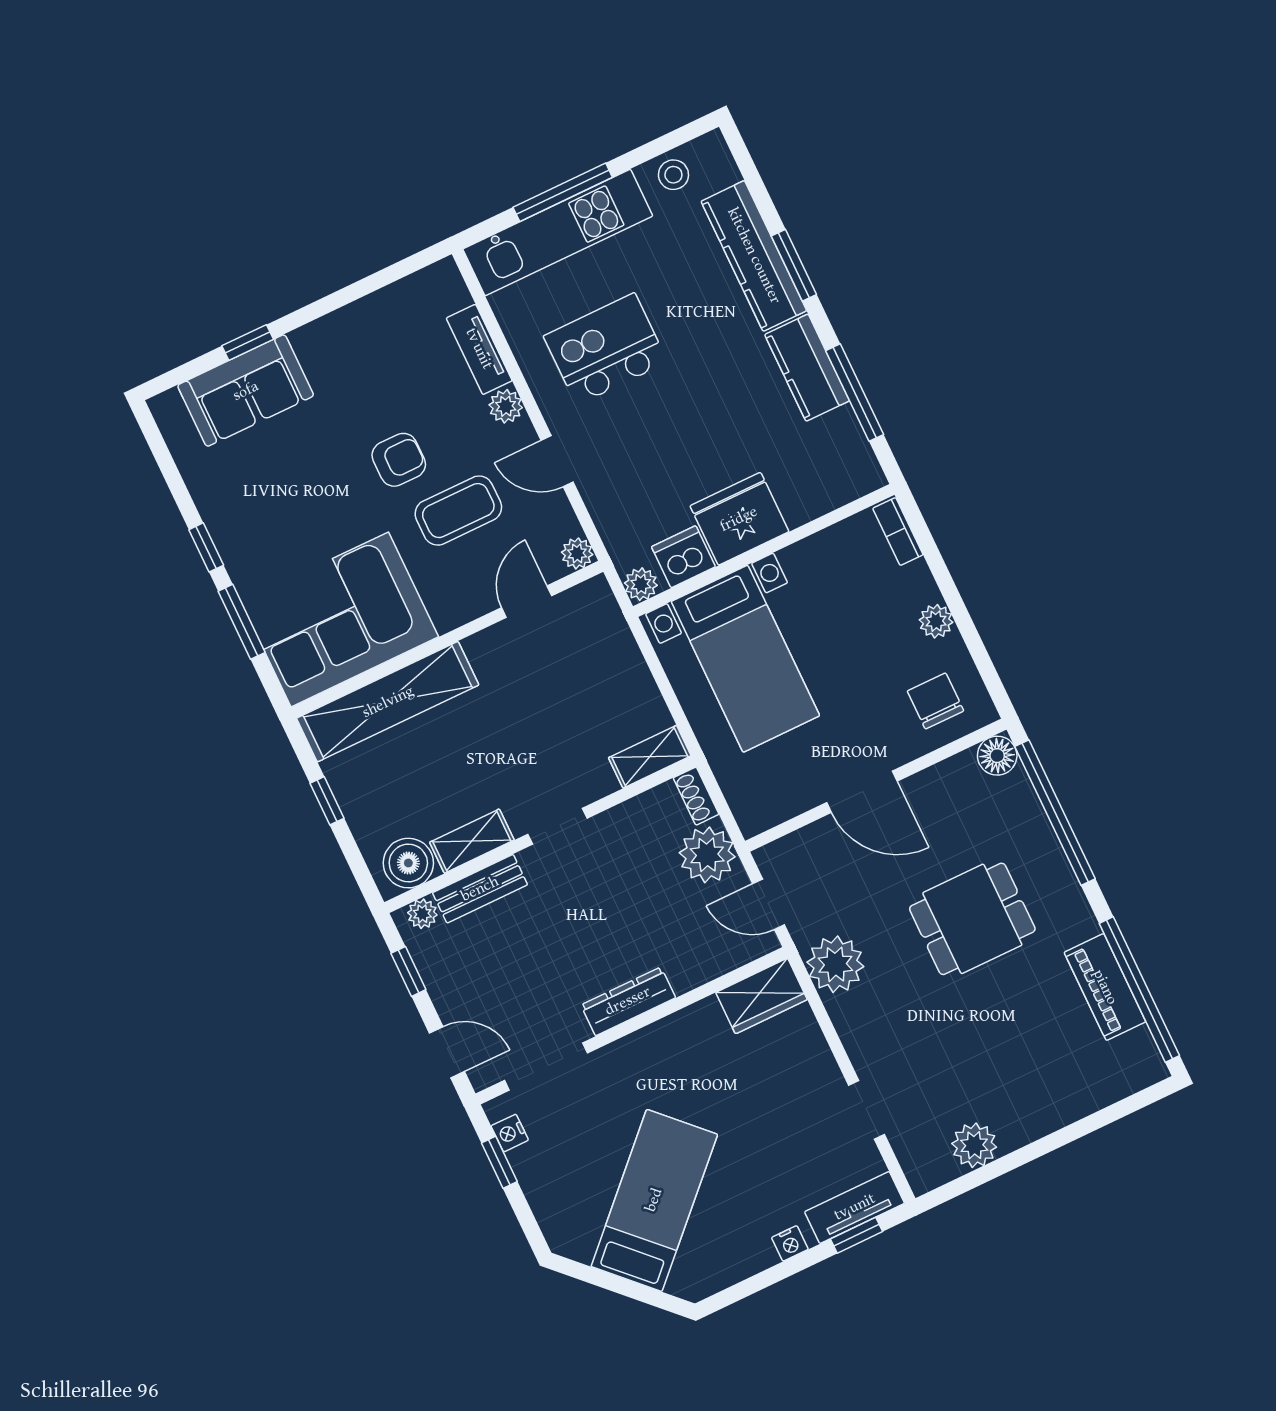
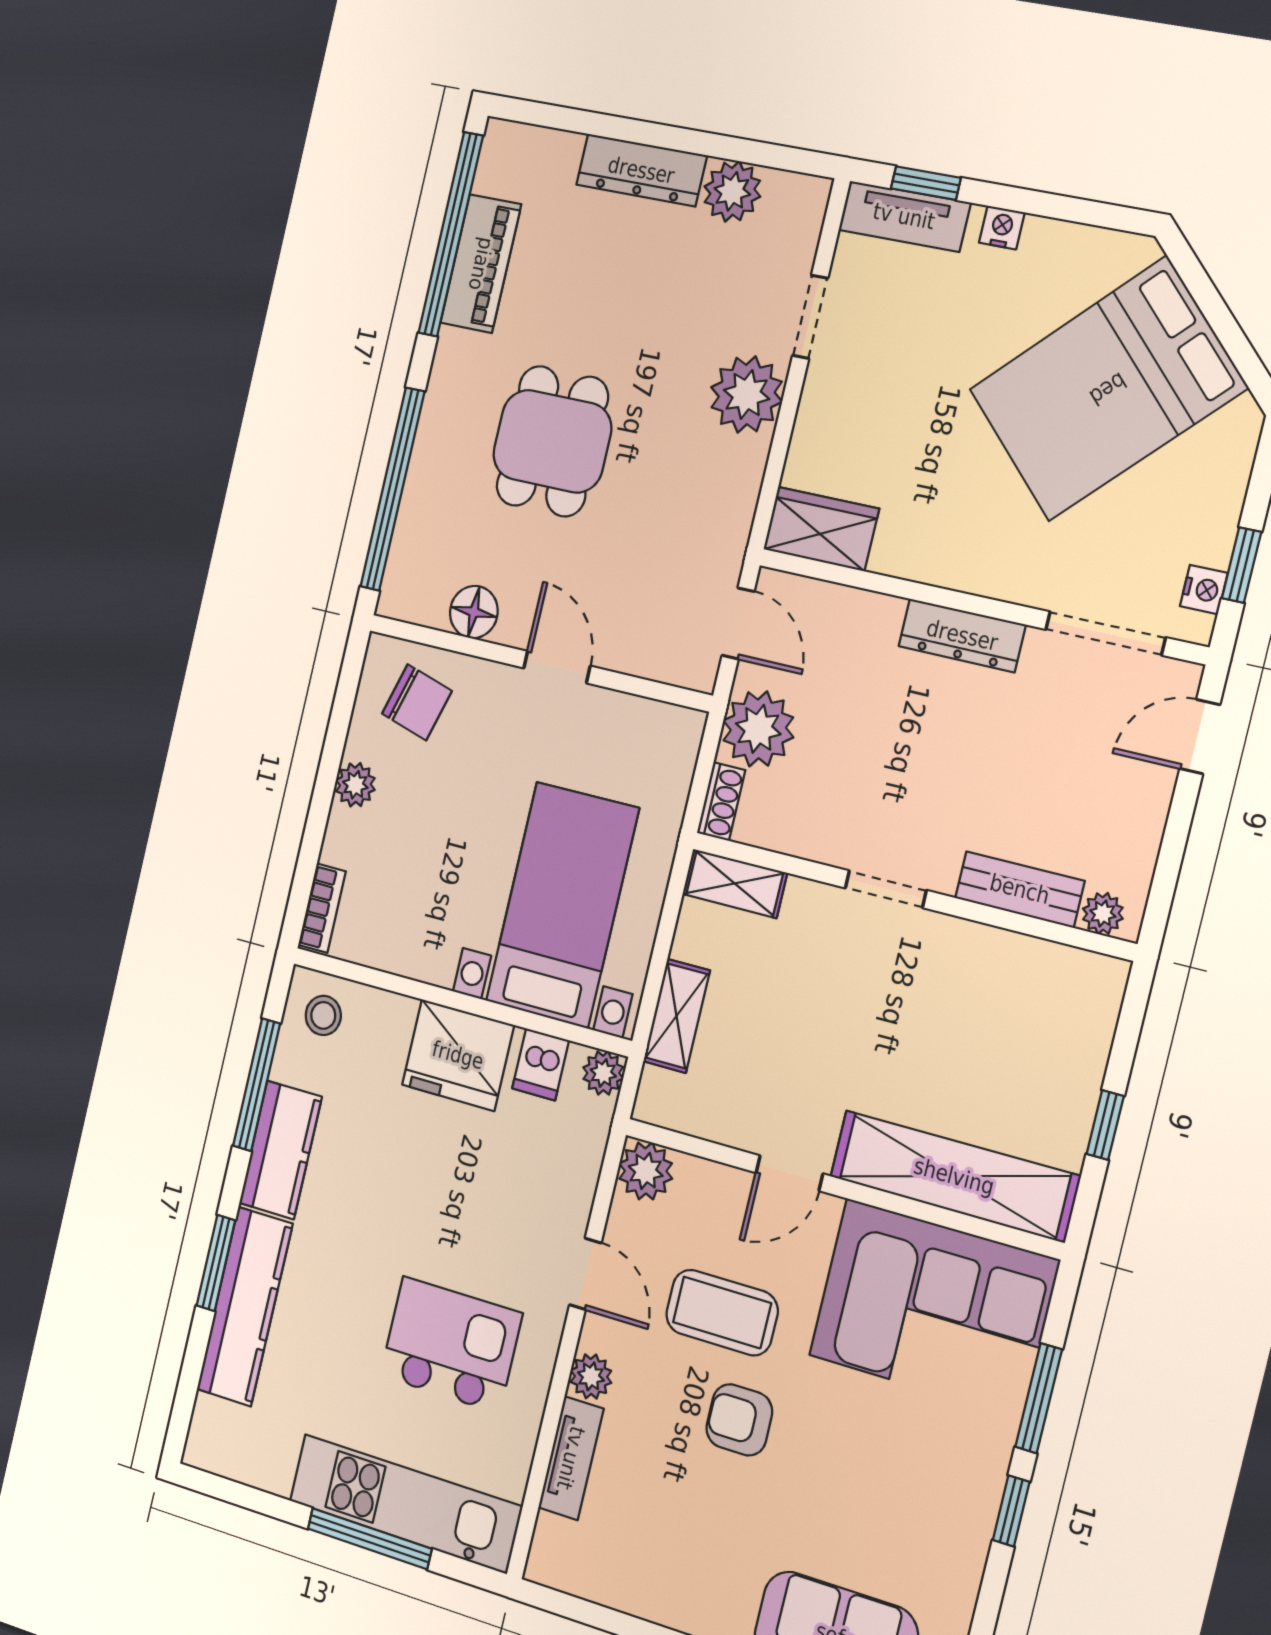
stool: (673, 175) -> (323, 1015), moved
kitchen island: (605, 349) -> (451, 1345), turned 180
plant: (577, 553) -> (646, 1171), width x1.38, depth x1.38
dishwasher: (683, 557) -> (541, 1064), width x0.73
door: (527, 602) -> (789, 1173), moved
chair: (935, 701) -> (417, 702), turned -74
floor lamp: (997, 756) -> (474, 612), moved
door: (862, 792) -> (557, 667), width x0.73
shelving: (472, 841) -> (677, 1016), moved, turned 90
boiler: (408, 863) -> (1073, 982), removed
dining table: (972, 919) -> (552, 441), turned 90
plant: (835, 964) -> (747, 394), moved
window: (408, 971) -> (1169, 862), removed
door: (447, 1052) -> (1200, 737), hinge flipped
dresser: (1043, 1116) -> (641, 170), added
bed: (654, 1200) -> (1108, 389), width x1.50

